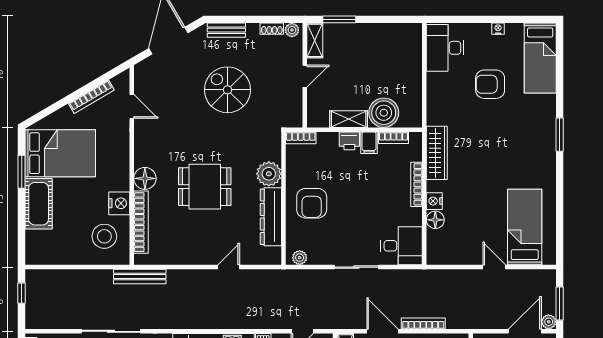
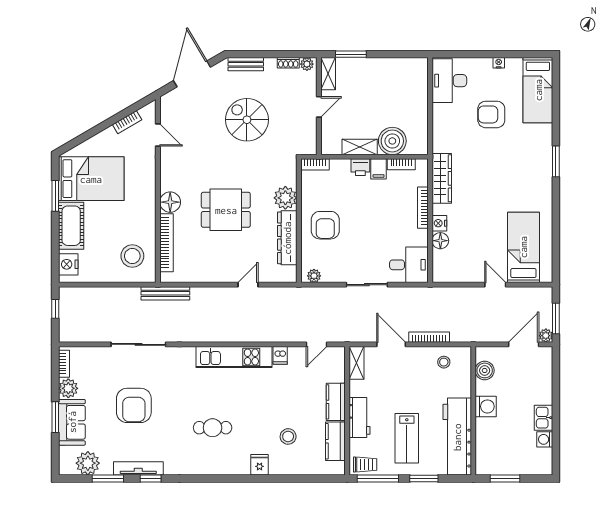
bookcase: (91, 97) -> (127, 122), width x0.64
nightstand: (119, 203) -> (68, 264), moved, turned 180

